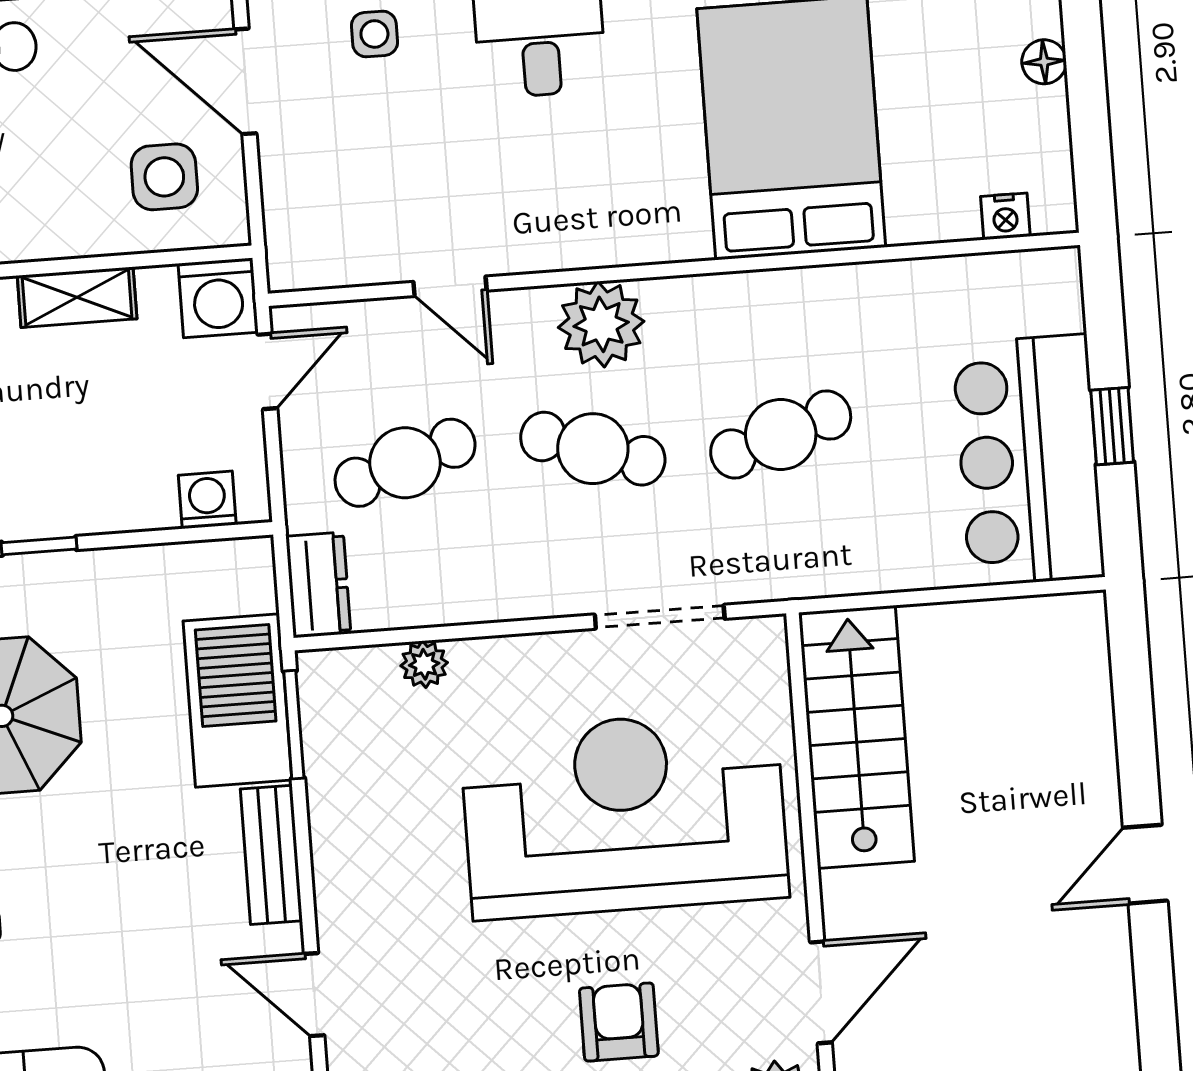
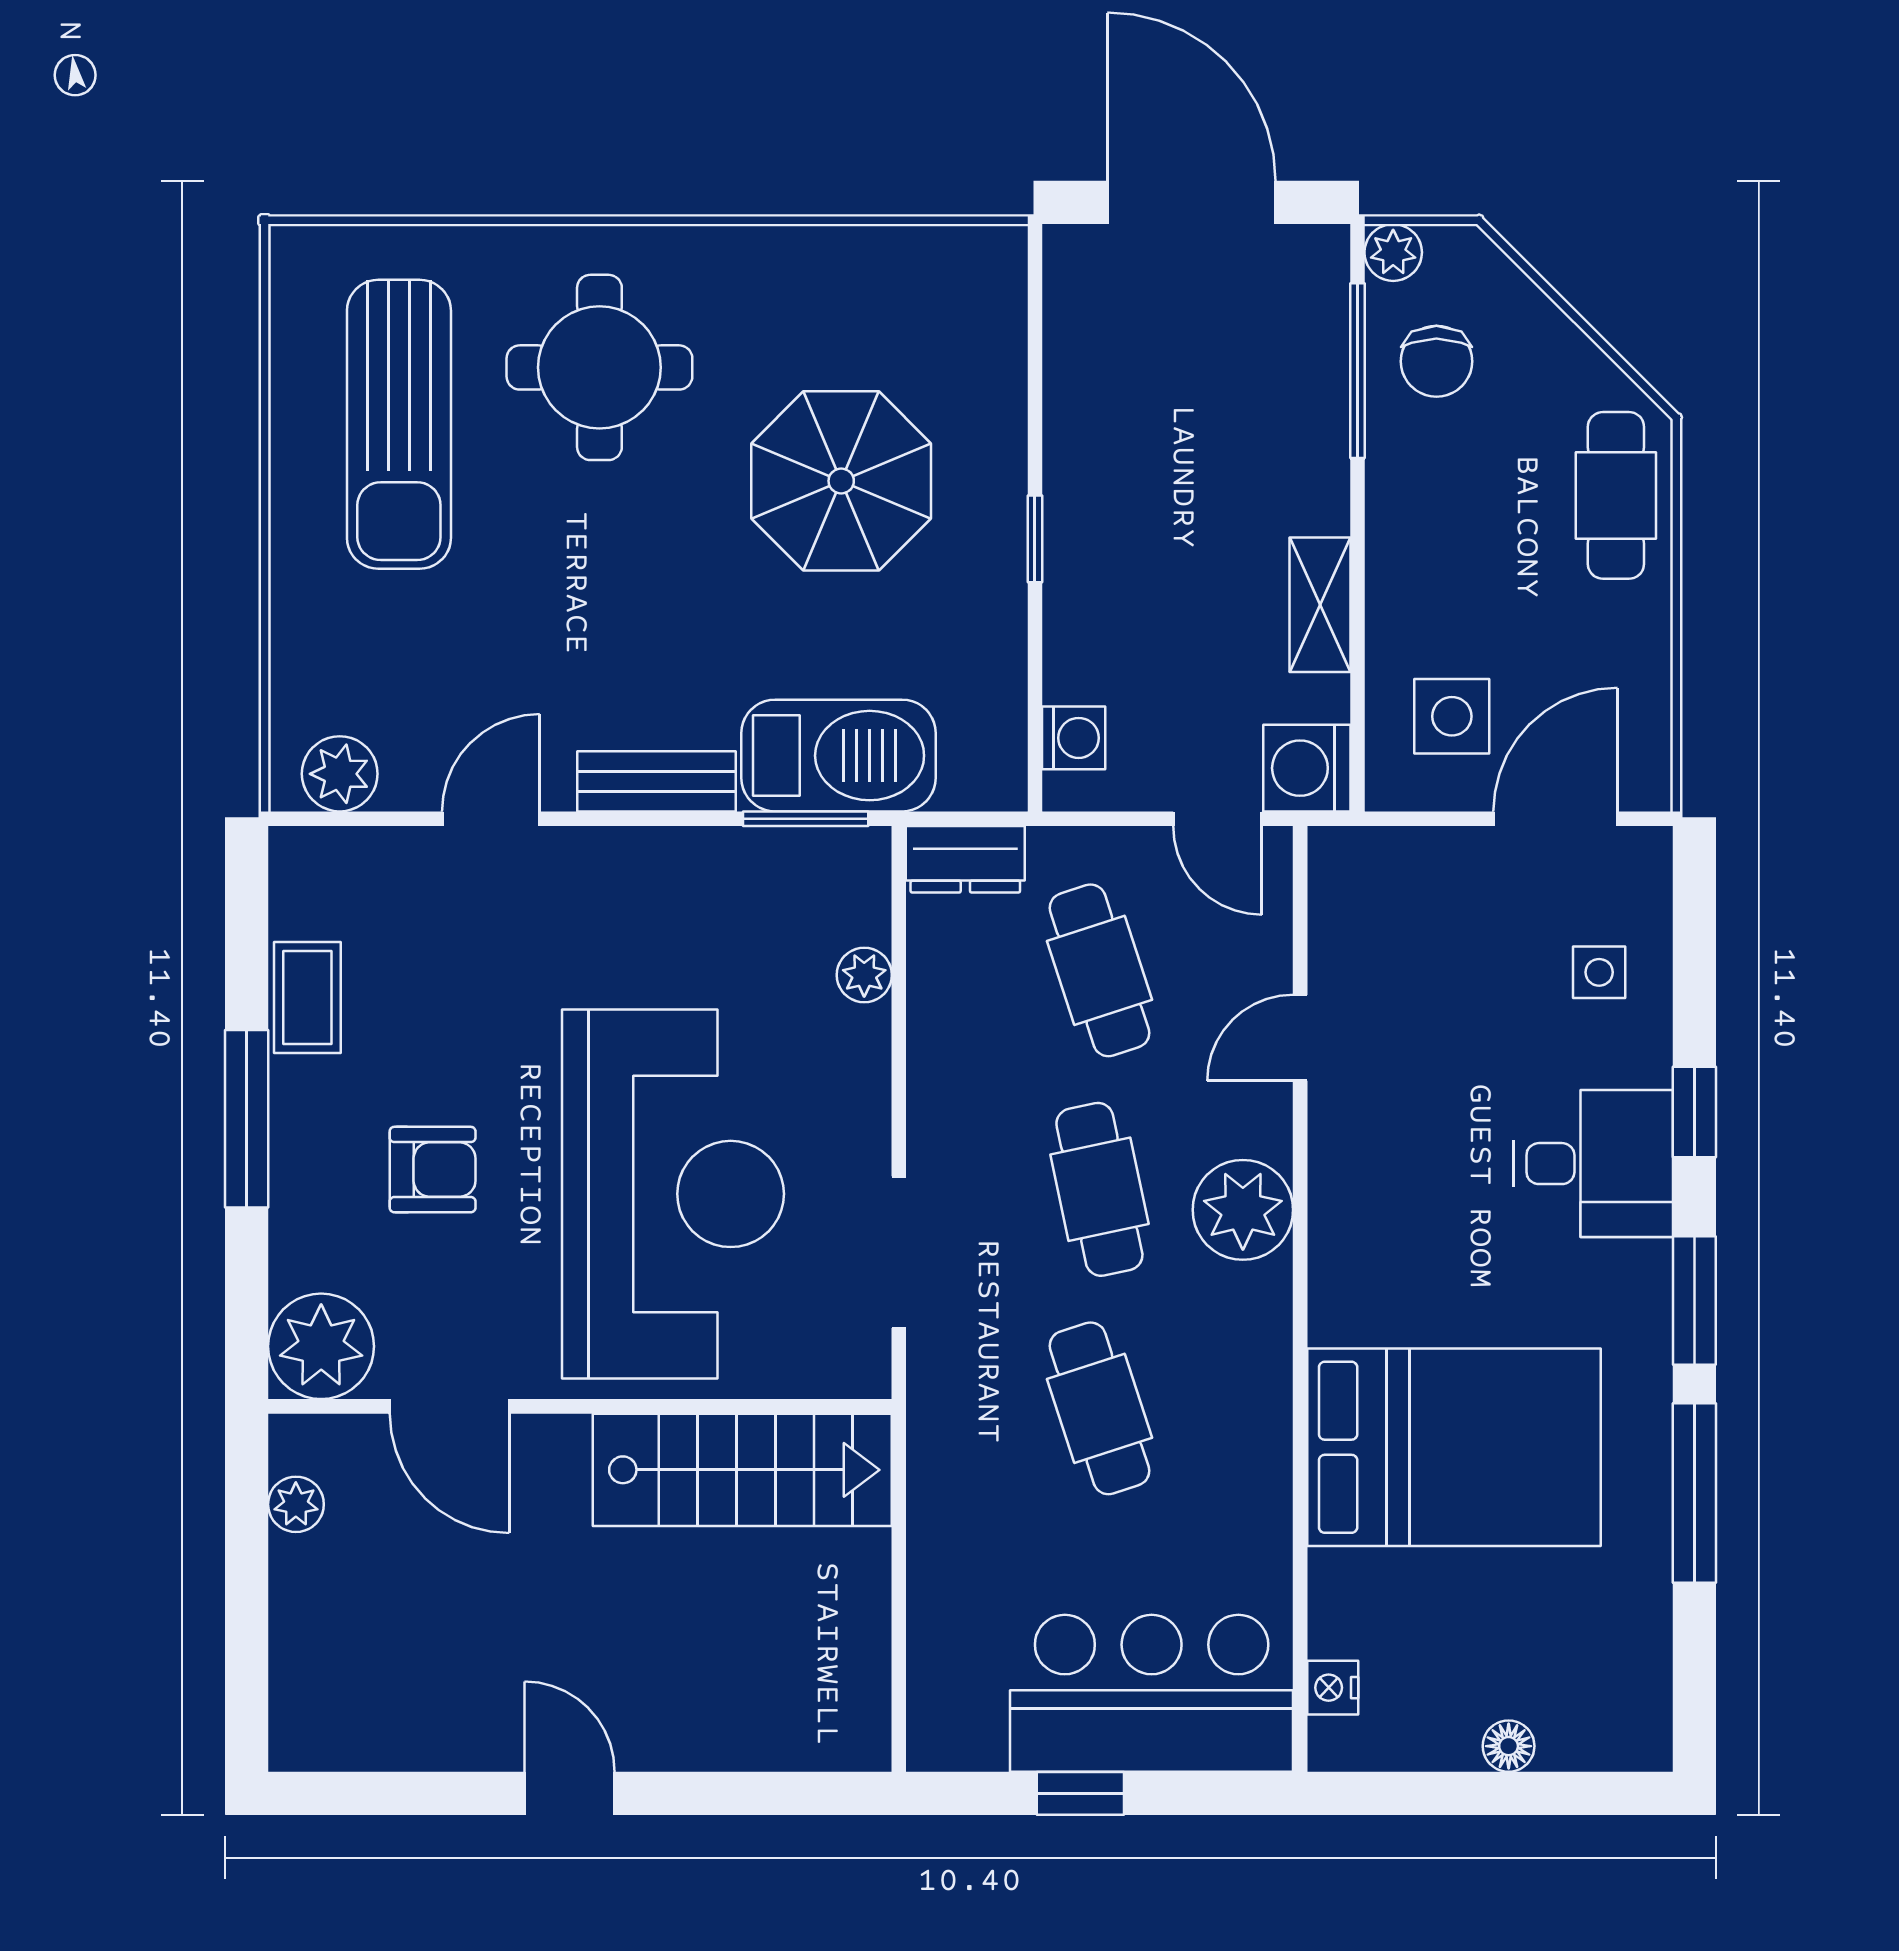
cafe table: (593, 449) -> (1099, 1189), turned -30
bar counter: (1028, 460) -> (1152, 1693), moved

